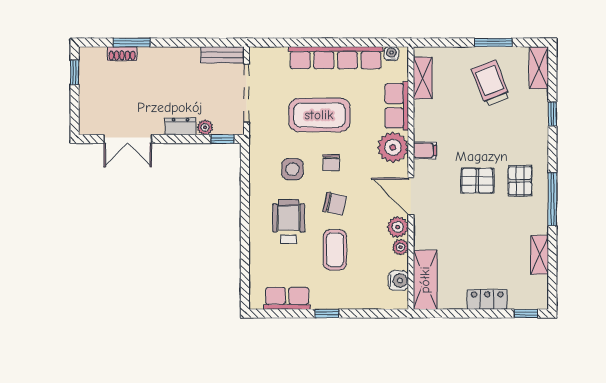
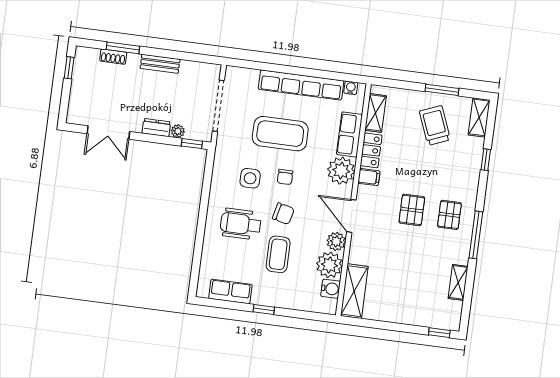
bench: (222, 55) -> (160, 64), moved
pallet: (477, 181) -> (412, 210), turned 90
wheelchair: (289, 221) -> (241, 224), turned -90
plant: (400, 247) -> (329, 265), width x1.88, depth x1.88
locker: (487, 299) -> (371, 150), moved, turned 90

